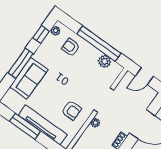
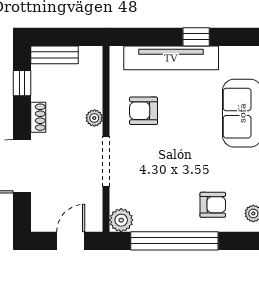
plant: (104, 61) -> (121, 220), moved
window: (25, 126) -> (196, 37), width x0.46

